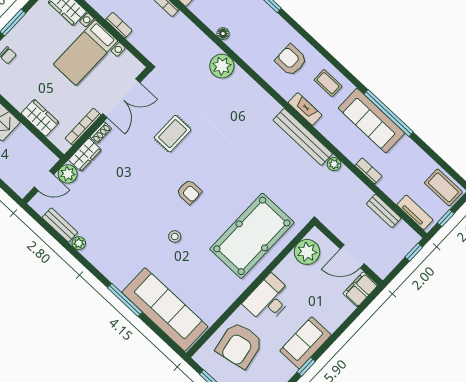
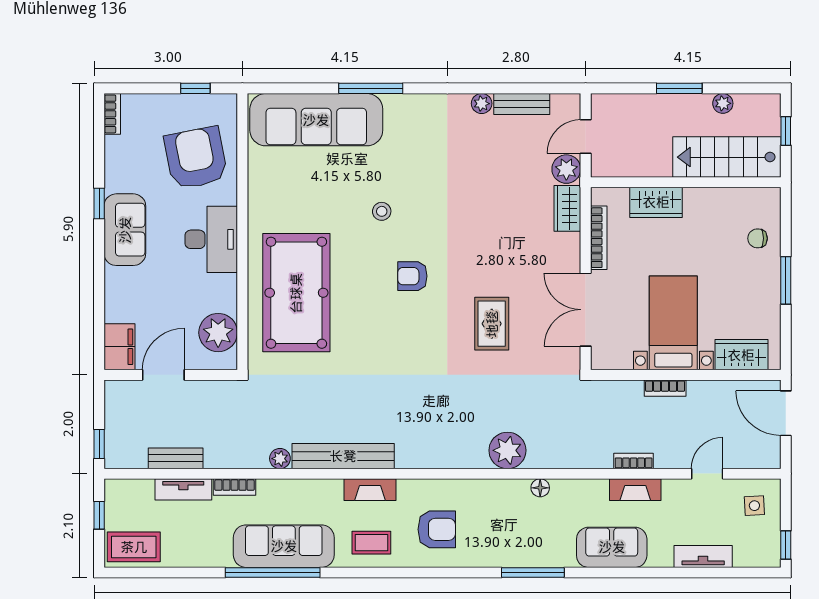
shoe rack: (101, 133) -> (573, 250), removed
tv unit: (415, 212) -> (183, 489), moved

